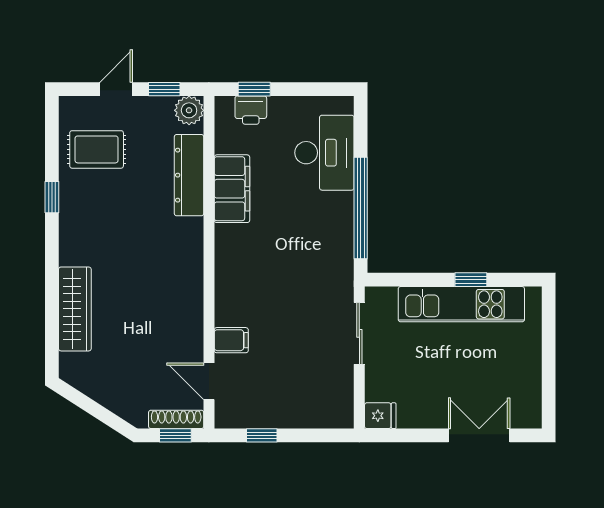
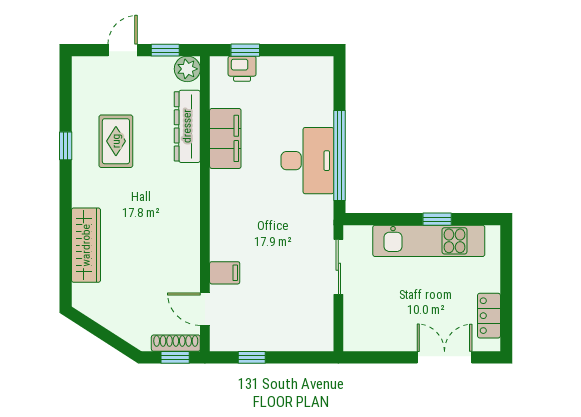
rug: (97, 149) -> (116, 141), moved, turned 90
desk: (324, 153) -> (307, 161), moved
locker: (529, 388) -> (489, 316), added
fridge: (380, 416) -> (357, 340), removed

